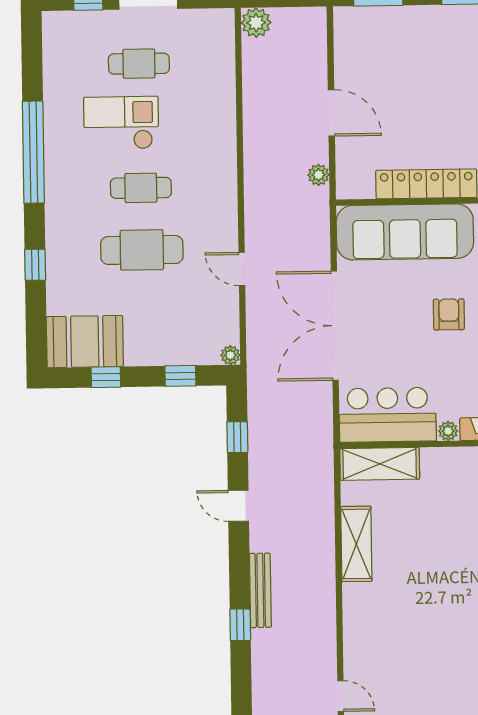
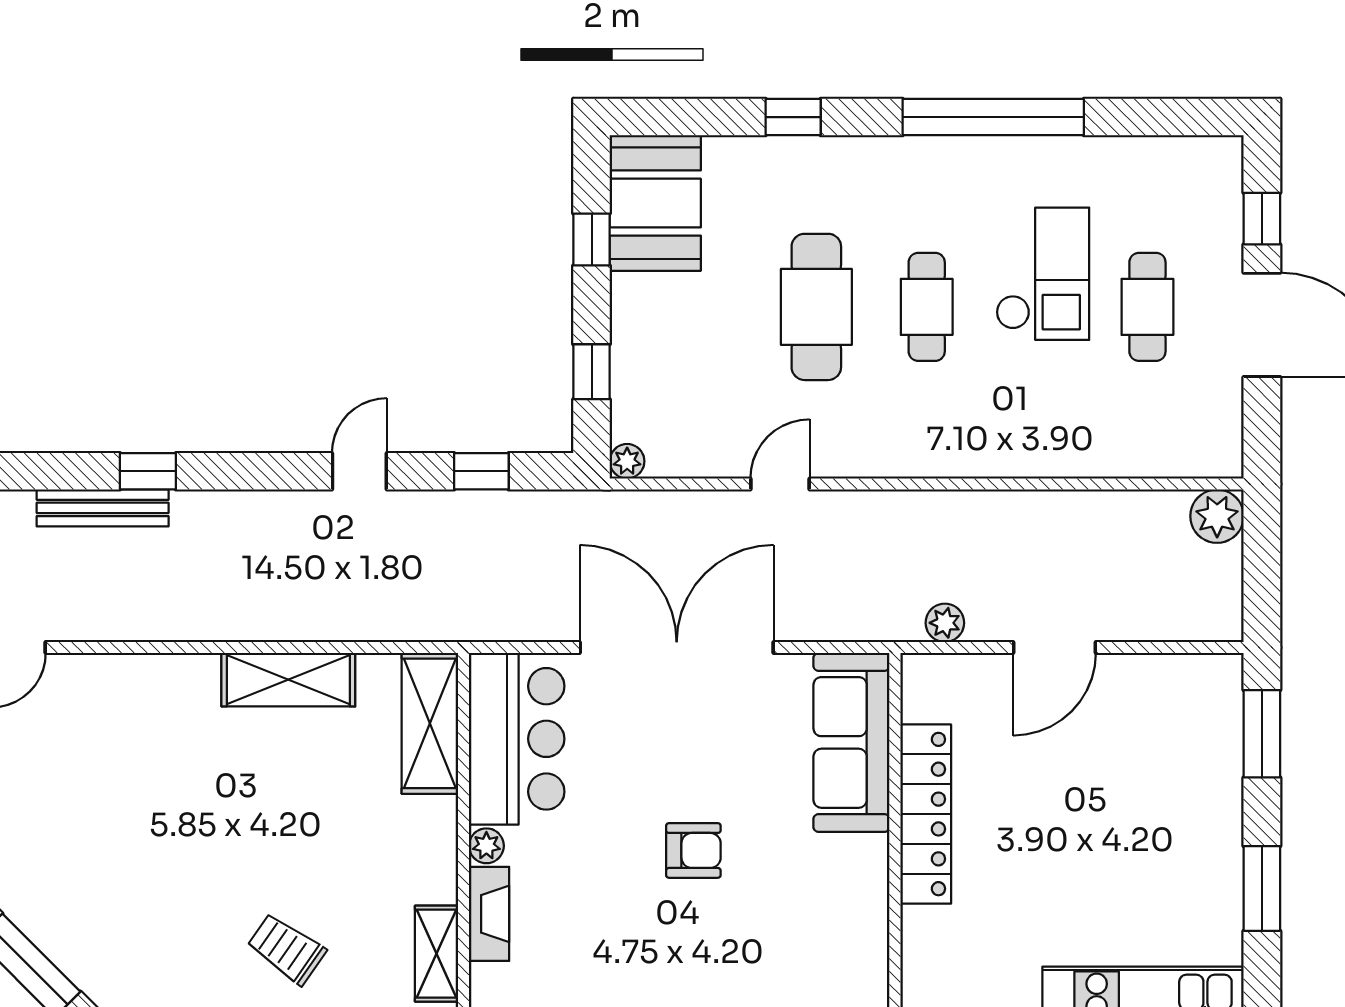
sofa: (405, 232) -> (851, 742), width x0.74, depth x0.79
bench: (260, 590) -> (103, 508), moved

